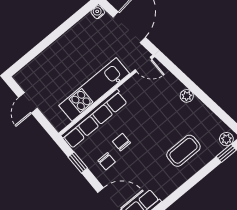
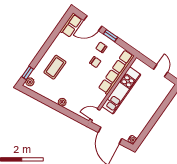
window: (78, 163) -> (110, 36), moved

